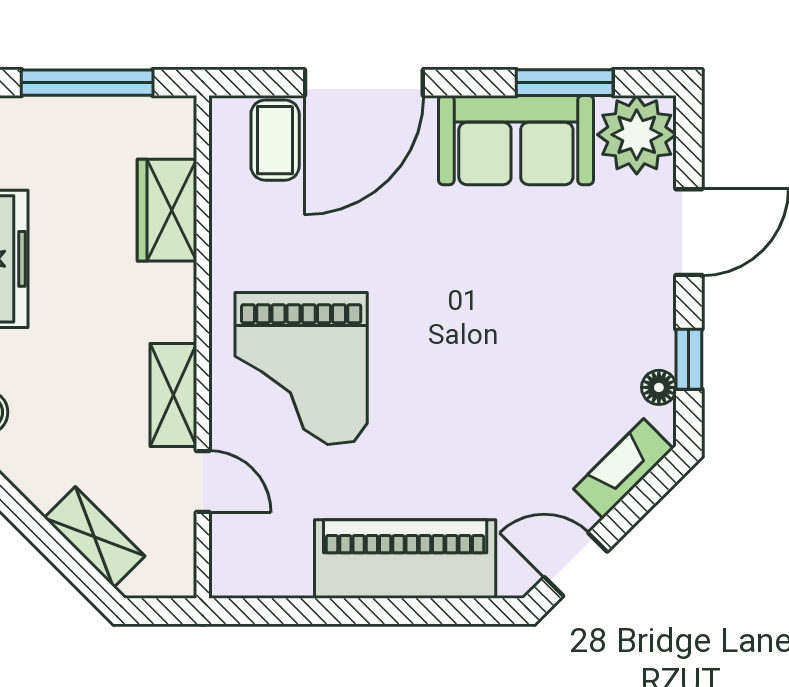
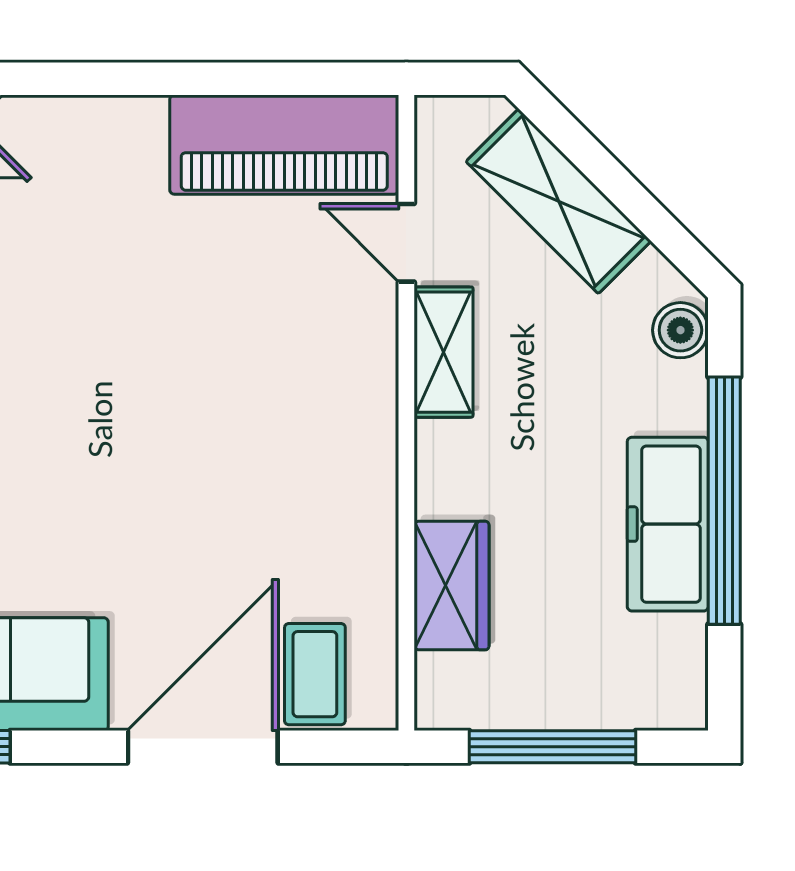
grand piano: (301, 369) -> (282, 385), removed
shelving: (94, 537) -> (559, 201), width x1.50, depth x1.33
piano: (405, 559) -> (284, 145), moved

